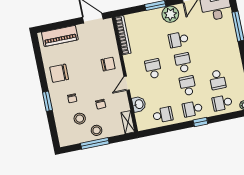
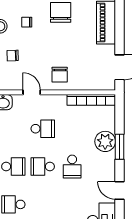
plant: (170, 14) -> (105, 141), moved
school desk: (178, 40) -> (72, 167), turned 180
school desk: (183, 63) -> (43, 167), turned 180

